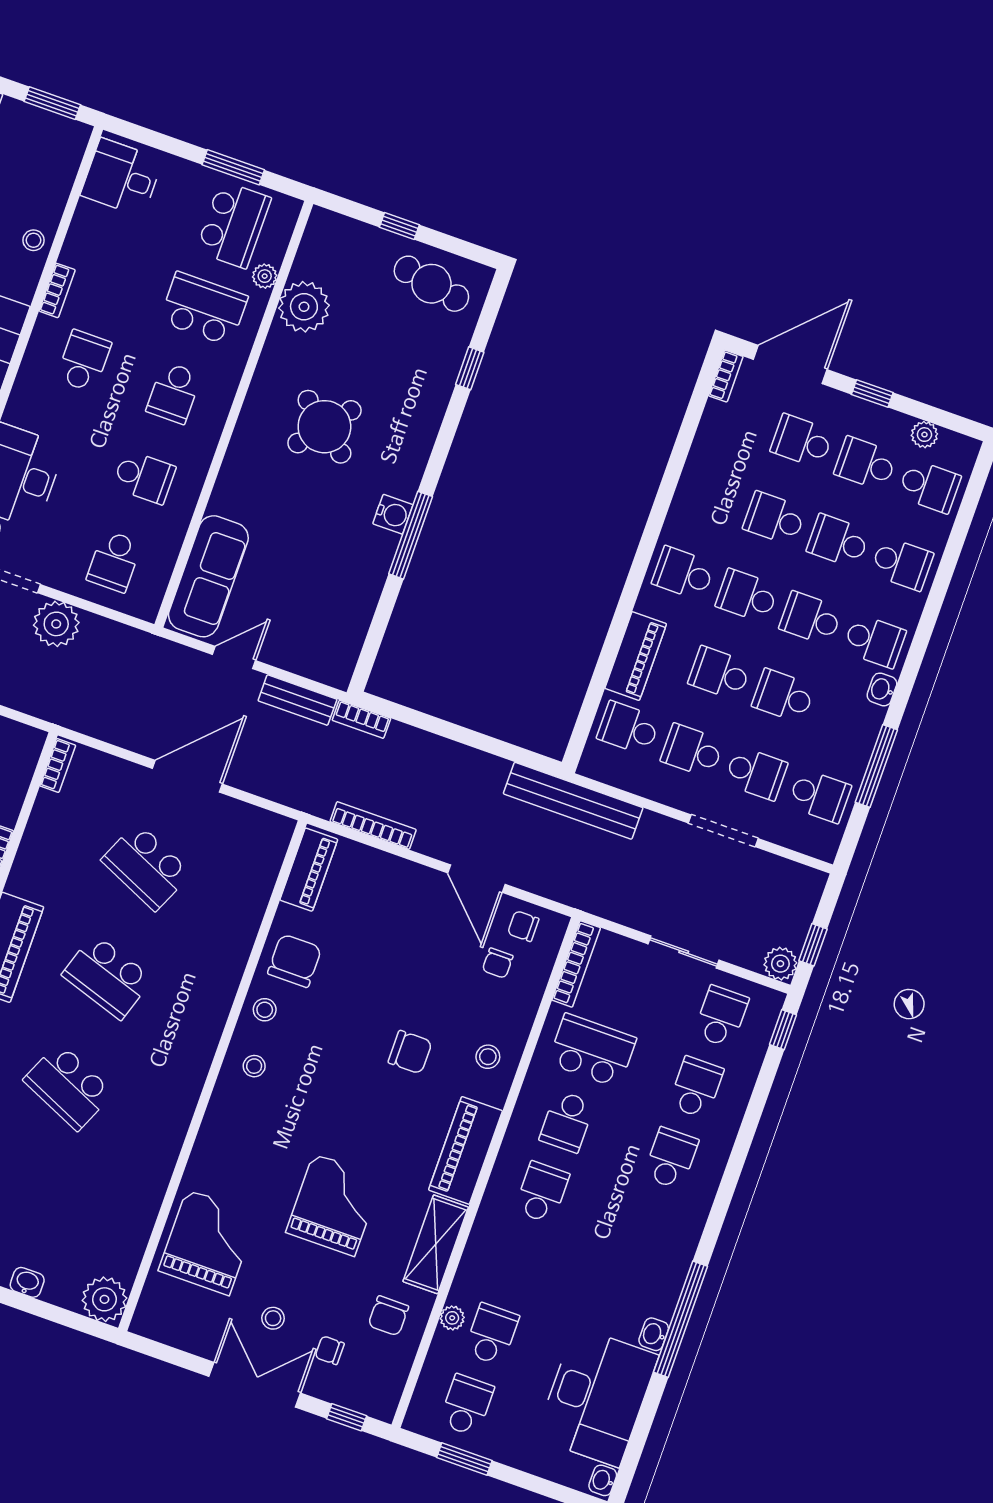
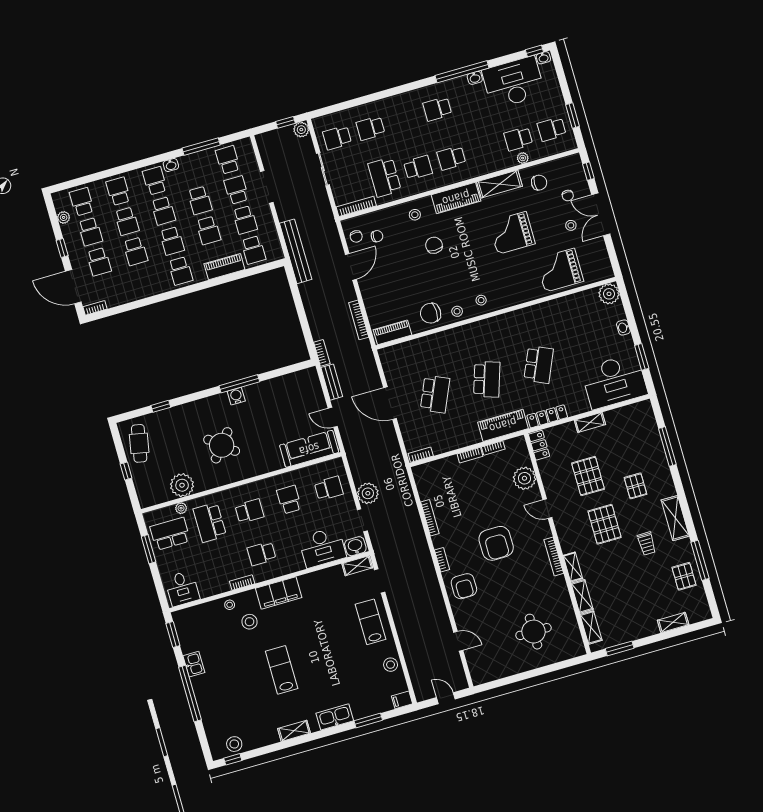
window: (783, 1030) -> (534, 51), moved
school desk: (671, 1158) -> (437, 109), moved

